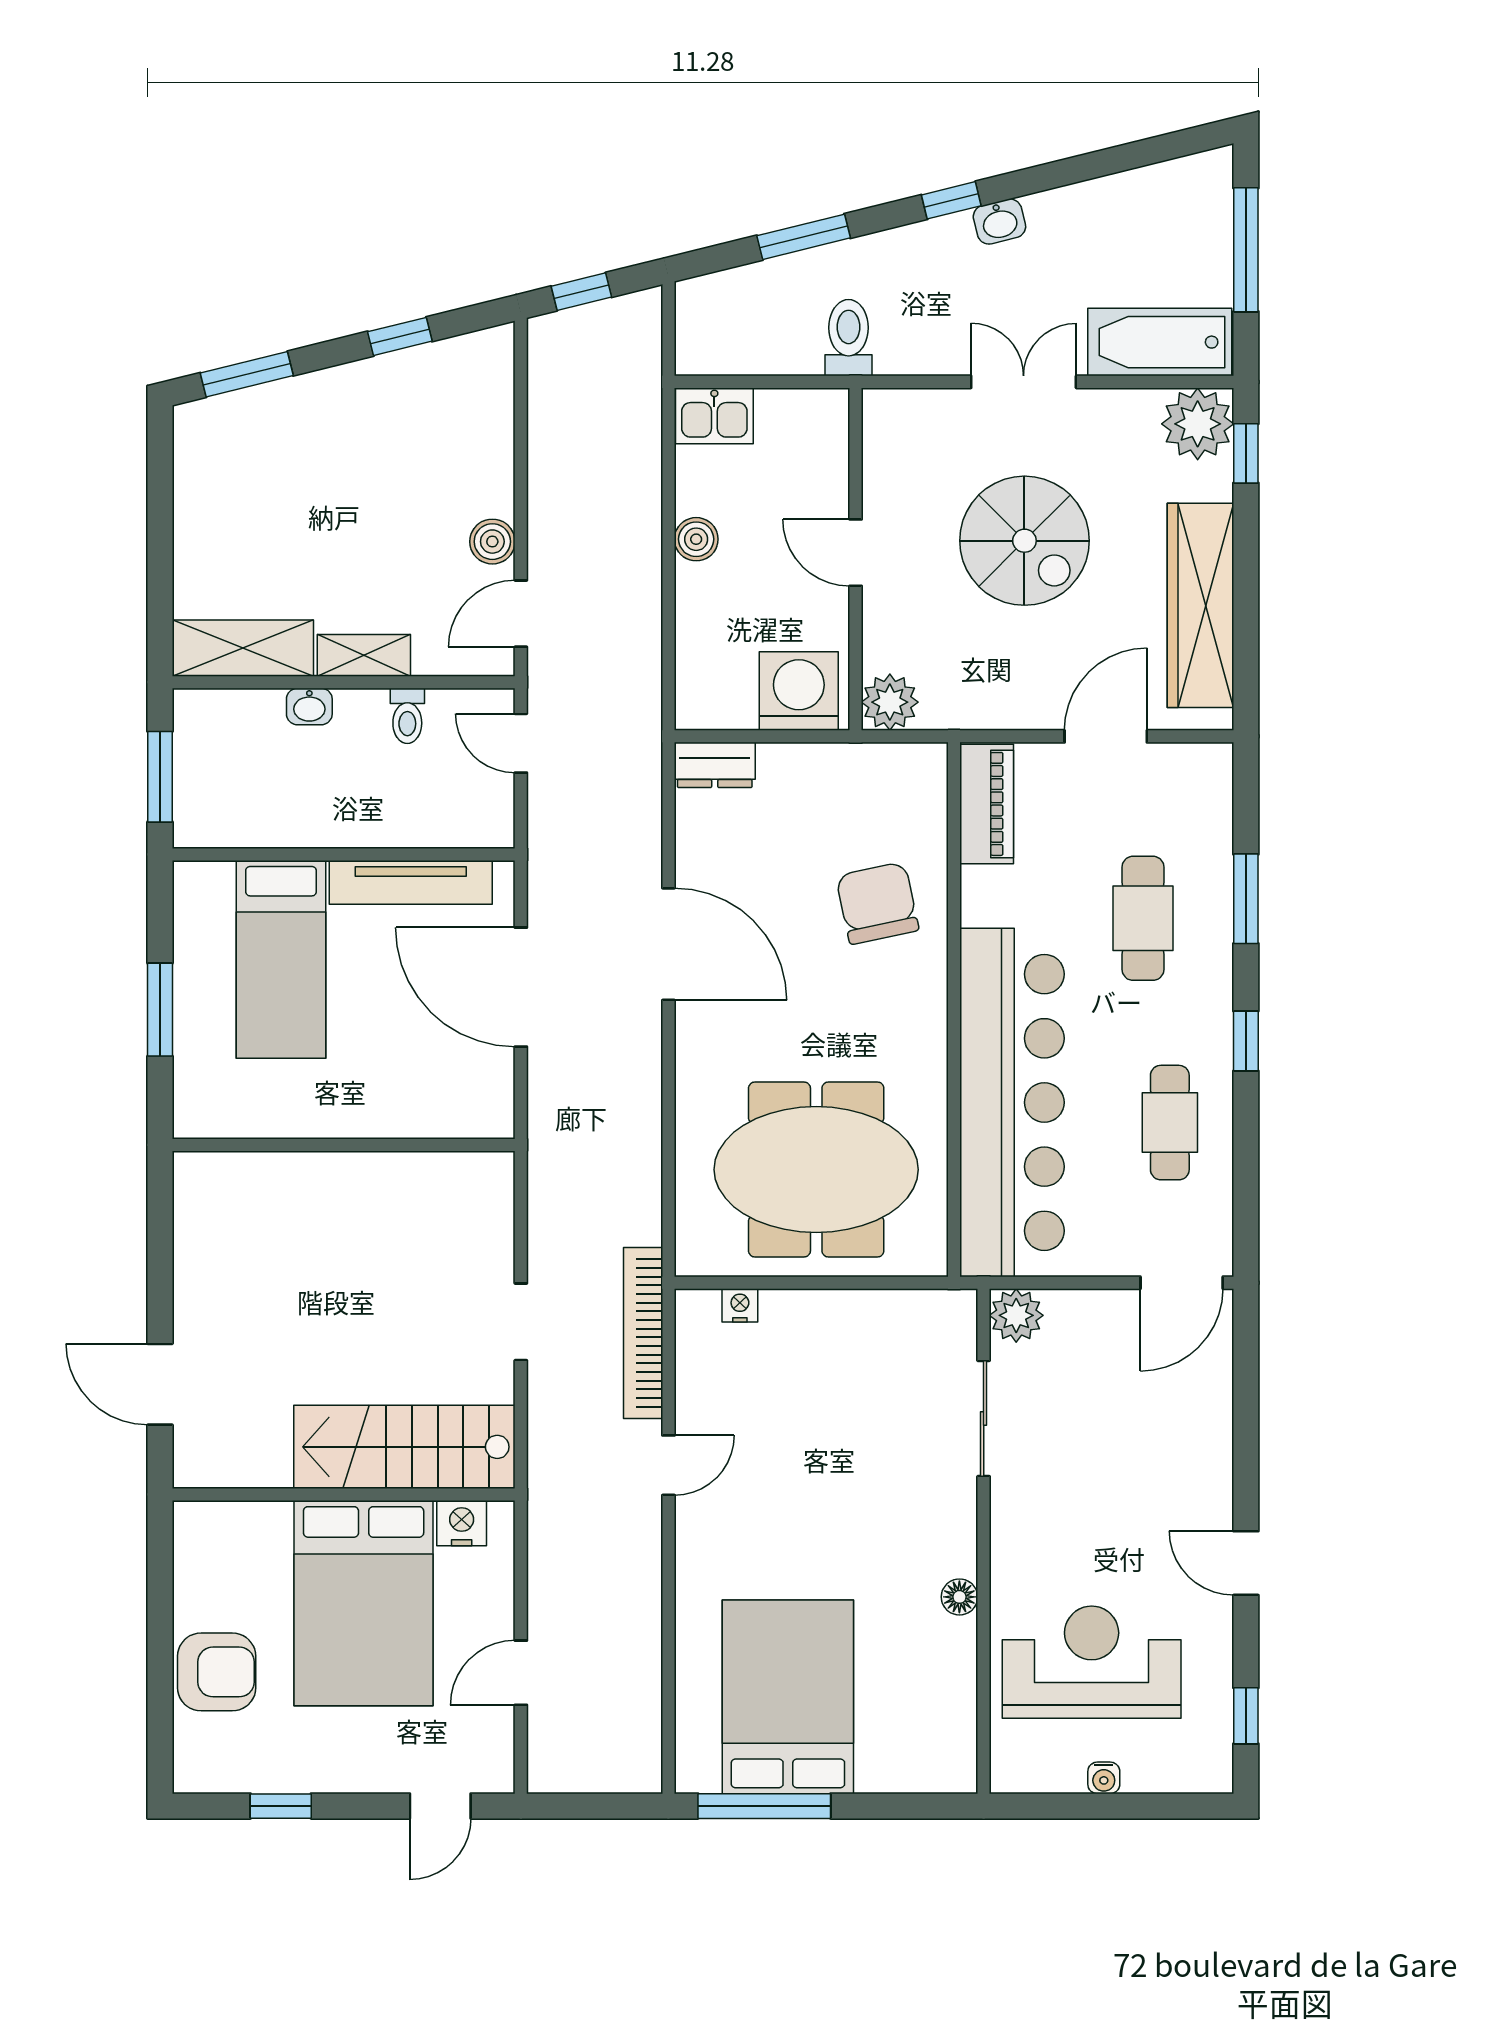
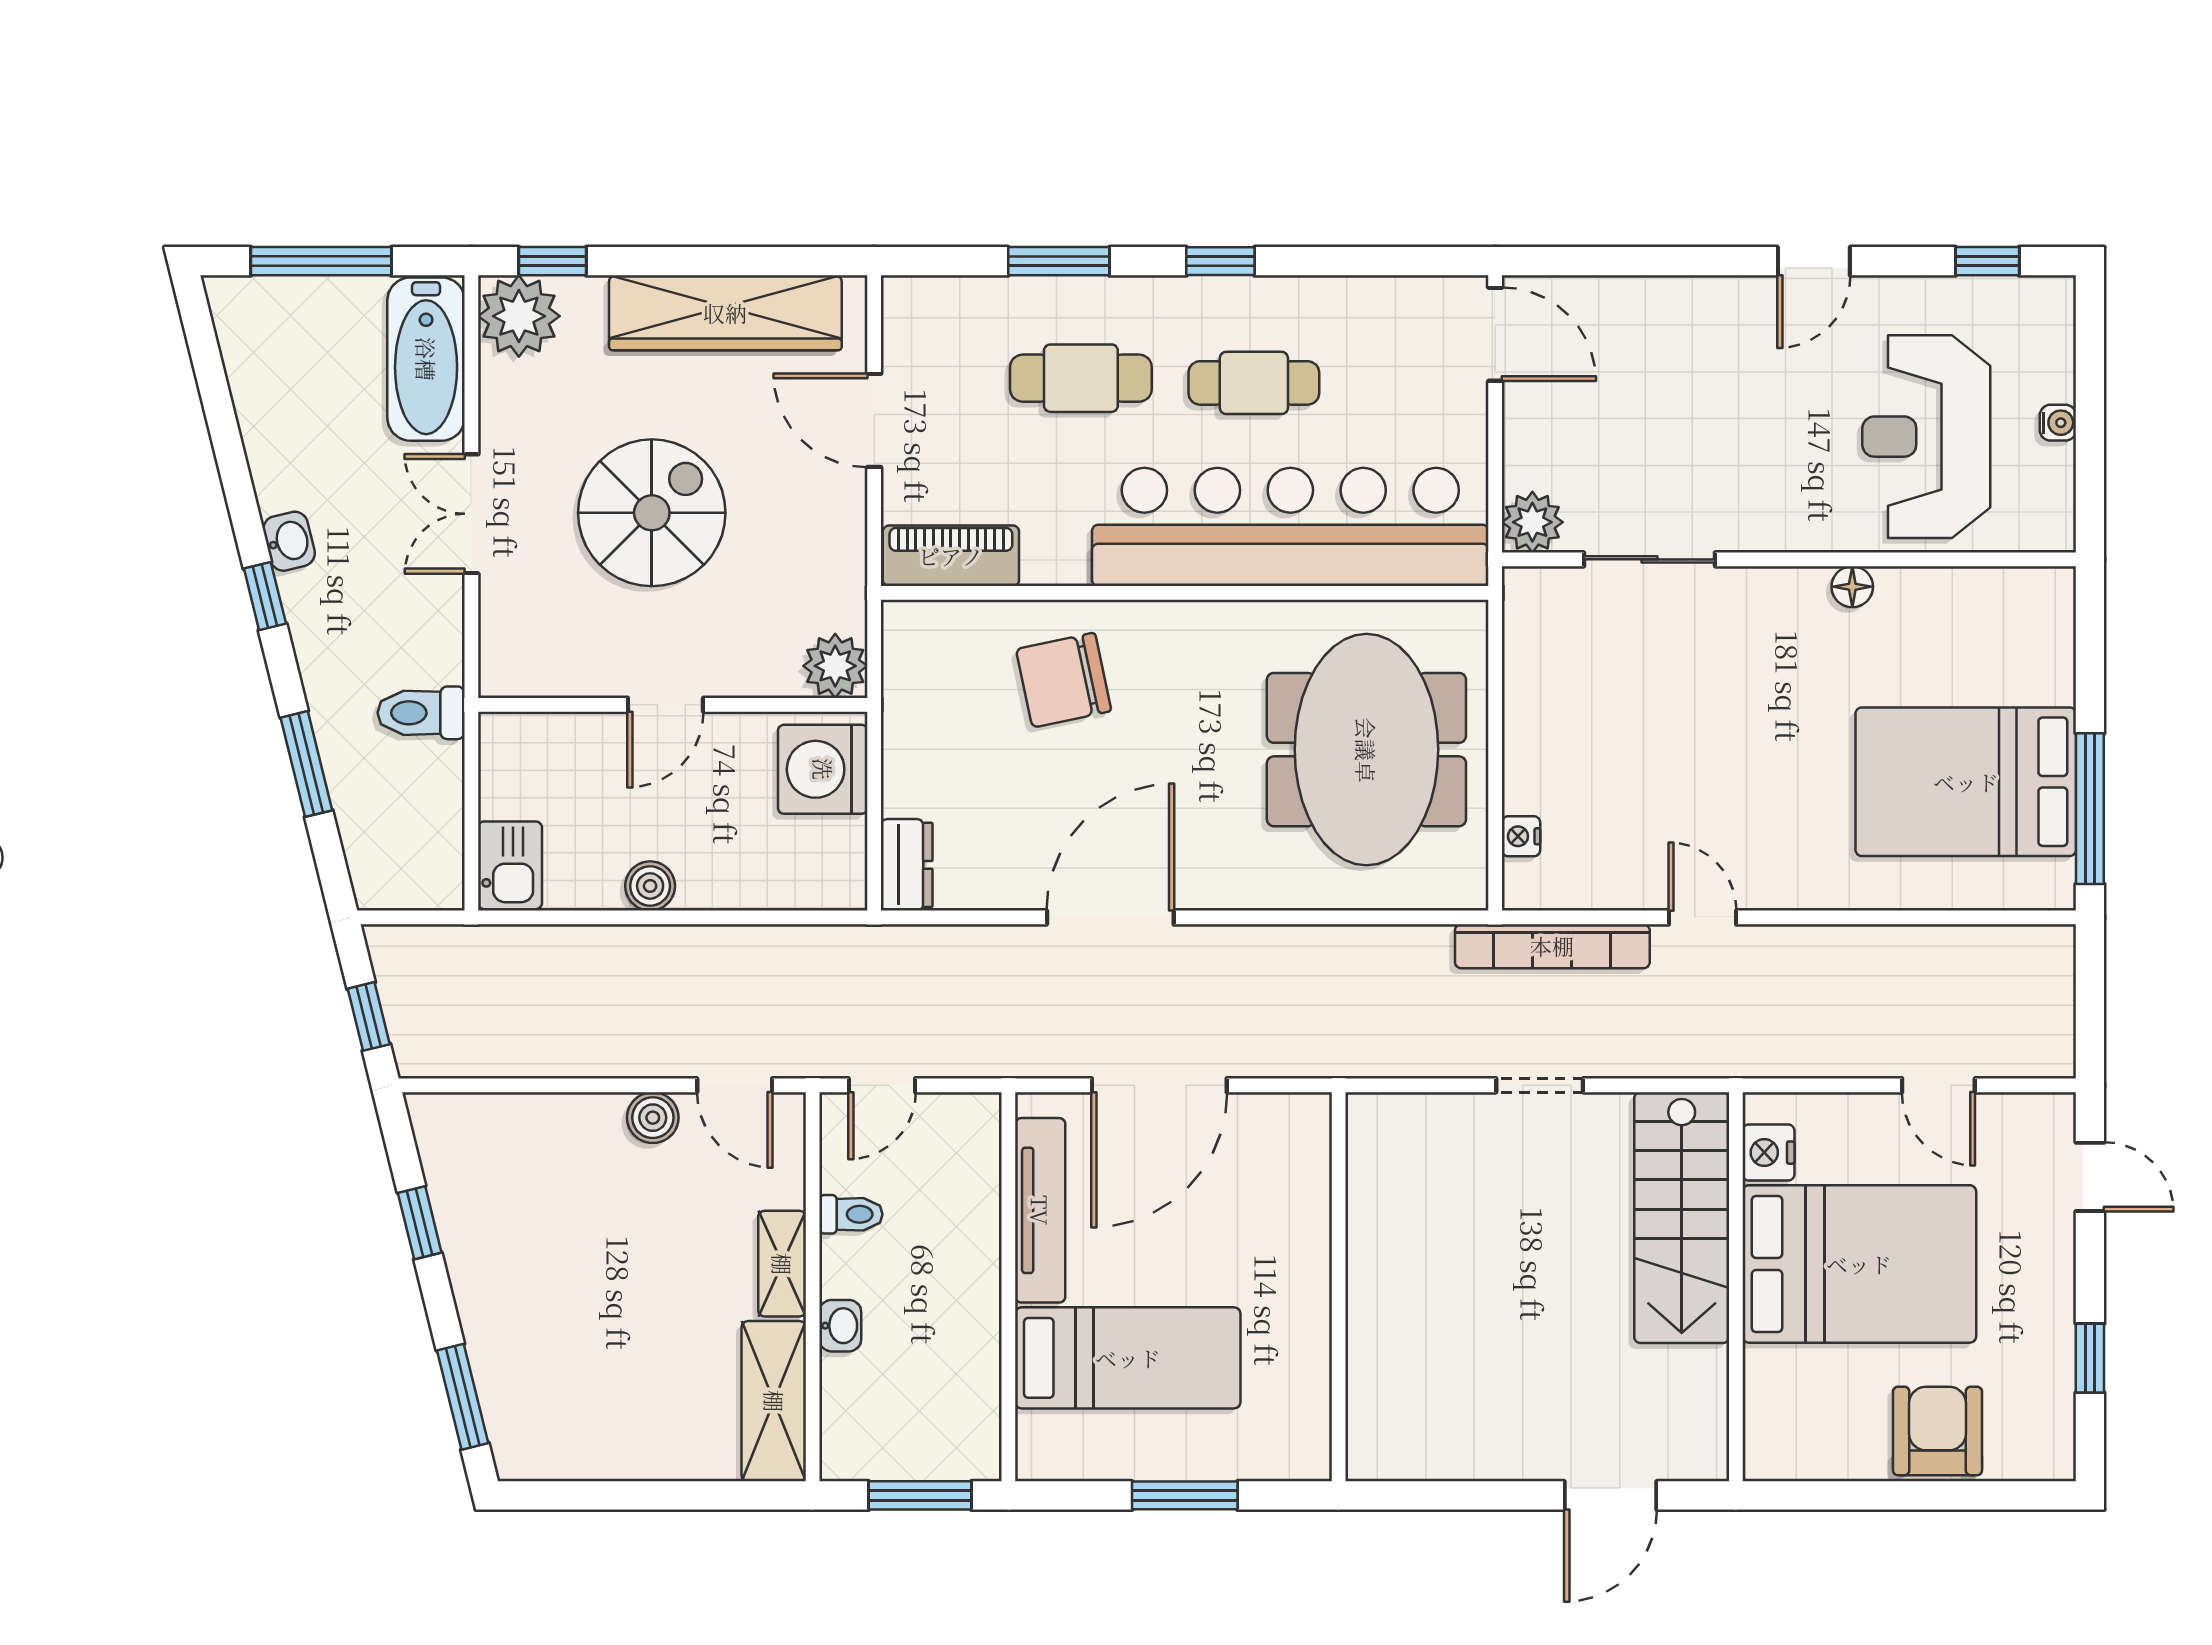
cafe table: (1170, 1123) -> (1254, 383), moved

